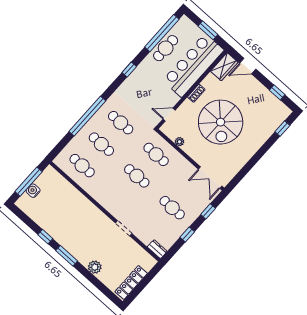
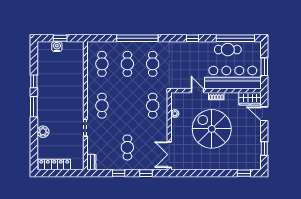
door: (169, 115) -> (198, 91), moved
spiral stairs: (221, 122) -> (212, 129), turned 90
cafe table: (137, 176) -> (102, 106), moved
window: (29, 182) -> (60, 38), width x0.46

